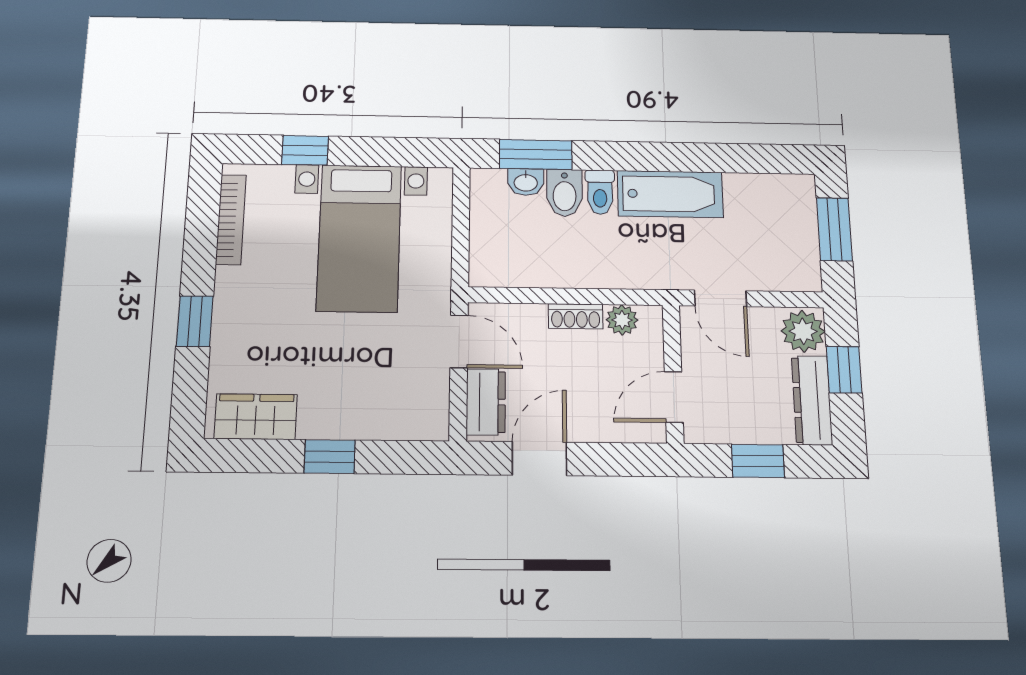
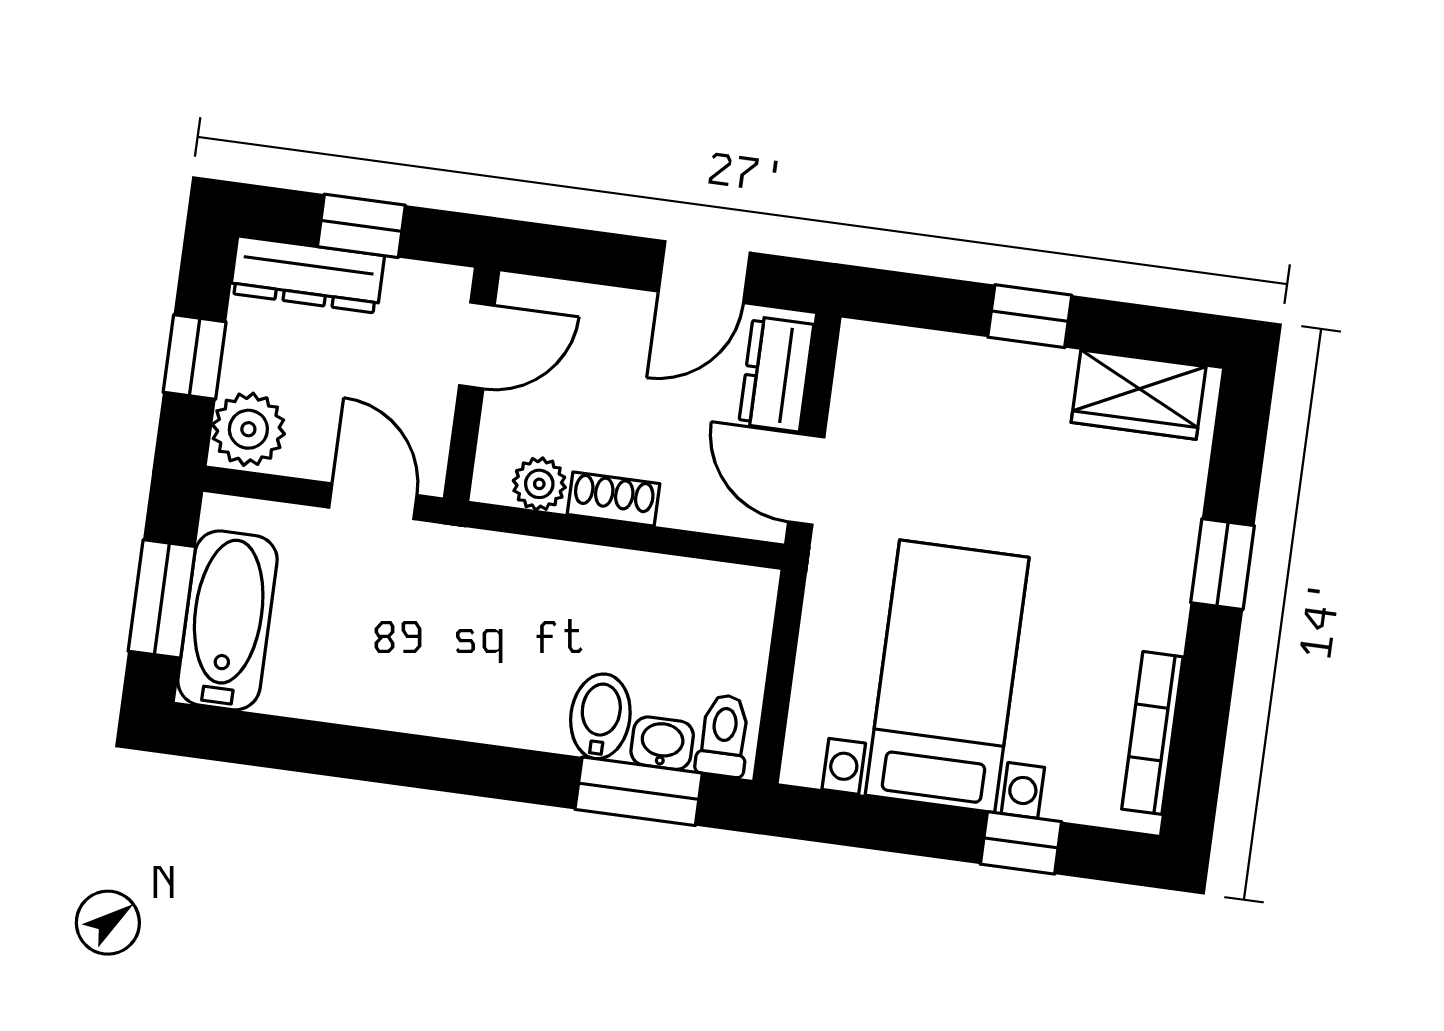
toilet: (600, 192) -> (724, 736), moved
bathtub: (670, 194) -> (227, 620), moved, turned 90
dresser: (812, 400) -> (307, 275), moved, turned 90

